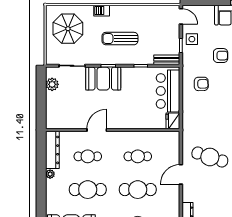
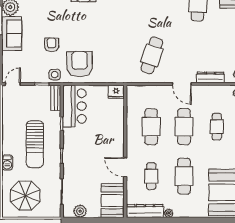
sun lounger: (120, 39) -> (35, 144), width x1.36, depth x1.34
side table: (192, 39) -> (55, 75), moved
booth: (103, 79) -> (113, 200), moved
armchair: (201, 84) -> (80, 64), width x1.88, depth x1.88
bar counter: (168, 91) -> (74, 106), moved, turned -90
cafe table: (138, 156) -> (151, 127), width x1.37, depth x1.35
door: (181, 174) -> (182, 84), moved

